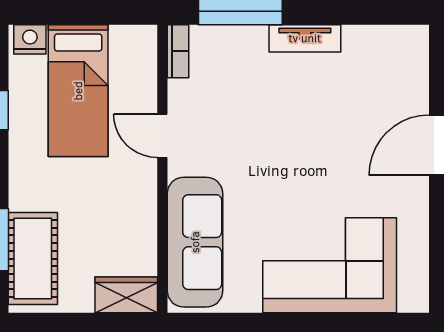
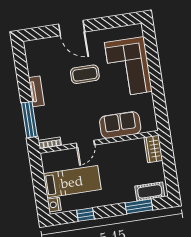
coffee table: (328, 160) -> (85, 74), added
sofa: (195, 242) -> (120, 125), width x0.73
cot: (33, 259) -> (150, 191), width x0.73, depth x0.75

